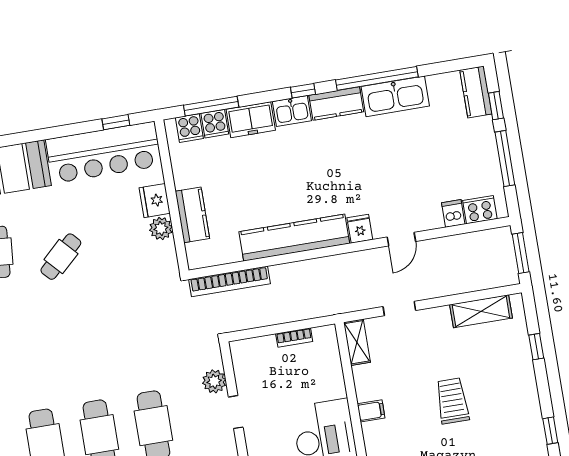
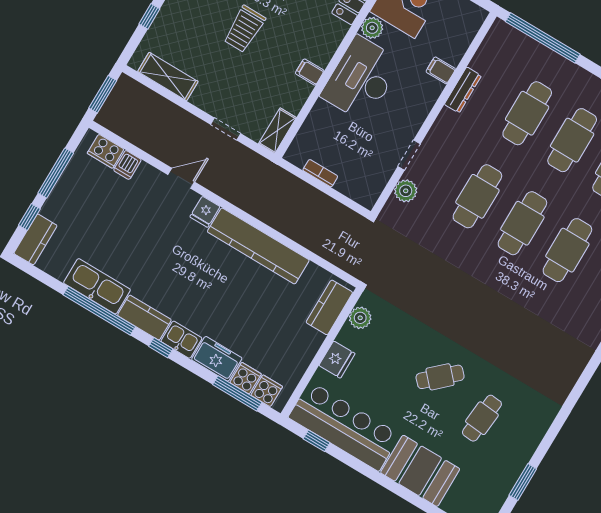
kitchen counter: (192, 215) -> (329, 307), moved
plant: (161, 228) -> (360, 318), moved
bookcase: (230, 281) -> (333, 254), removed

